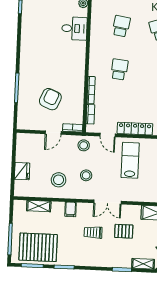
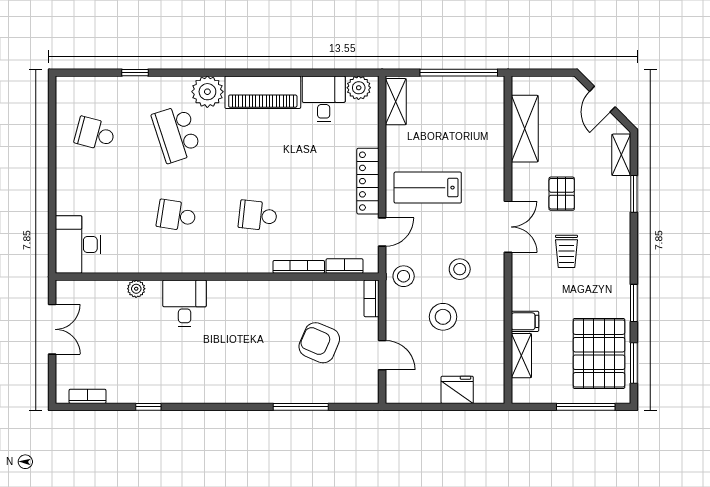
door: (53, 133) -> (382, 355), moved
stool: (59, 180) -> (443, 317), moved
filing cabinet: (71, 209) -> (525, 321), moved

